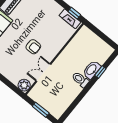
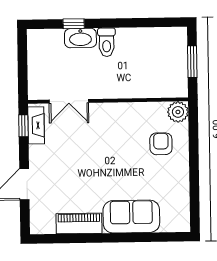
armchair: (33, 47) -> (161, 144), moved
double door: (43, 73) -> (69, 101), moved

